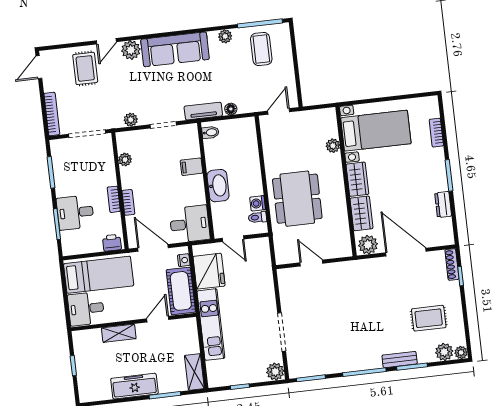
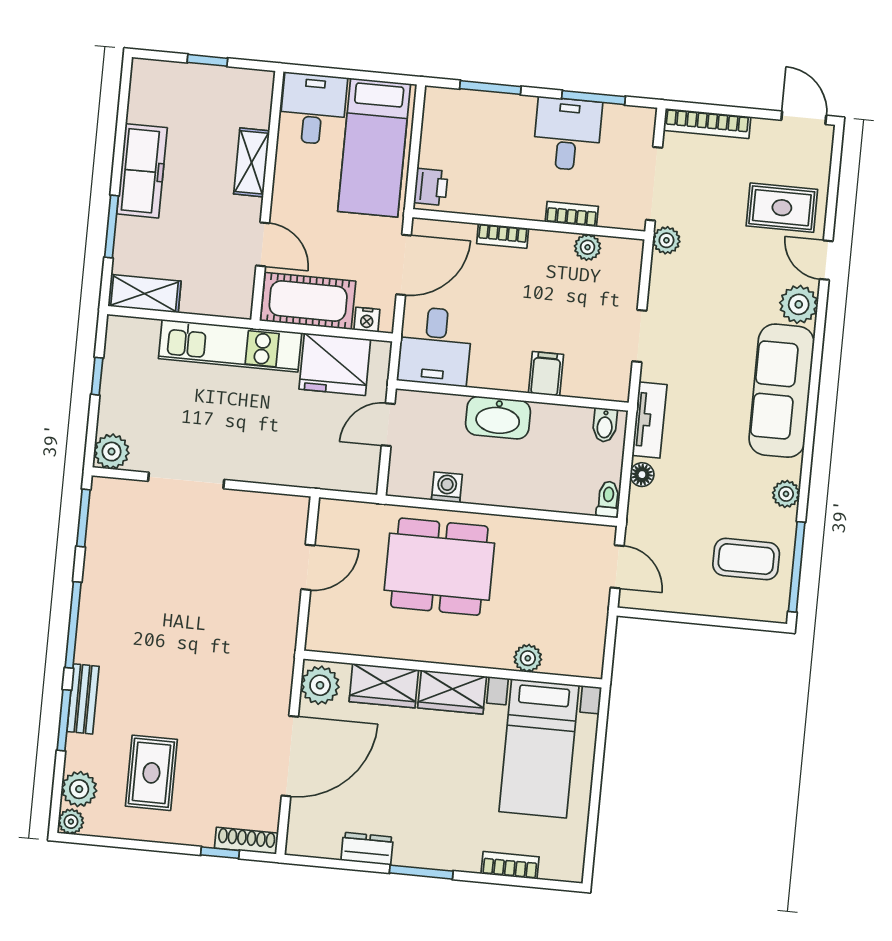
plant: (131, 120) -> (666, 240), moved
bookcase: (114, 199) -> (572, 214), moved
desk: (75, 213) -> (567, 134), moved
toilet: (257, 217) -> (608, 499), moved

